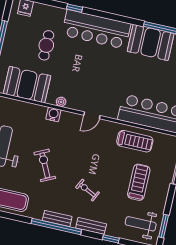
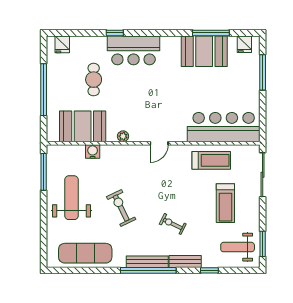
bar counter: (96, 29) -> (134, 50), width x0.73
water cooler: (53, 114) -> (93, 152), moved
treadmill: (139, 182) -> (225, 203), turned 180
bench: (57, 219) -> (147, 262), width x1.36

